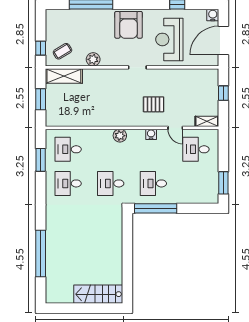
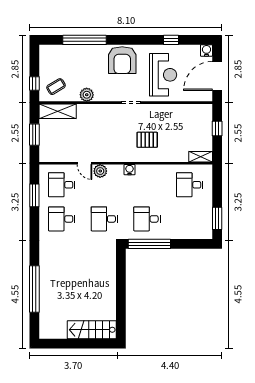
reception desk: (169, 39) -> (163, 75), turned 180
door: (175, 128) -> (84, 163), moved
water cooler: (151, 134) -> (130, 170), moved
plant: (120, 136) -> (100, 171), moved

